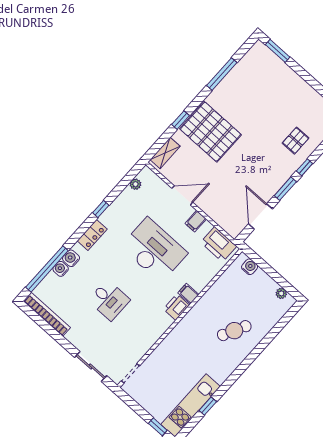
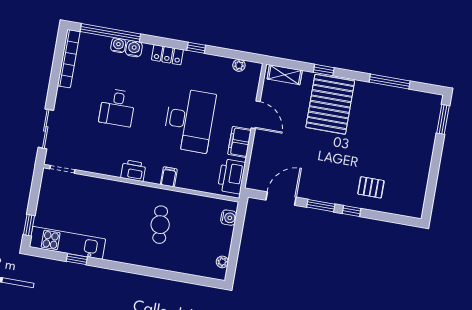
filing cabinet: (196, 221) -> (240, 142), width x2.00
printer: (176, 307) -> (133, 171), moved
cafe table: (234, 331) -> (160, 225), moved, turned 57

